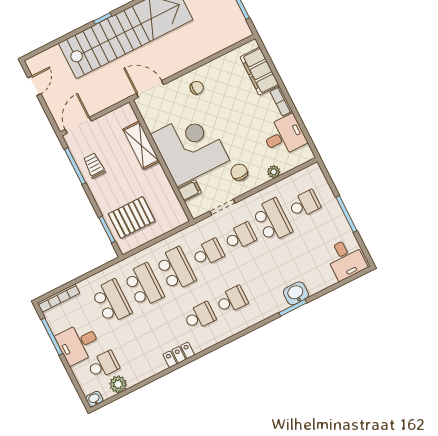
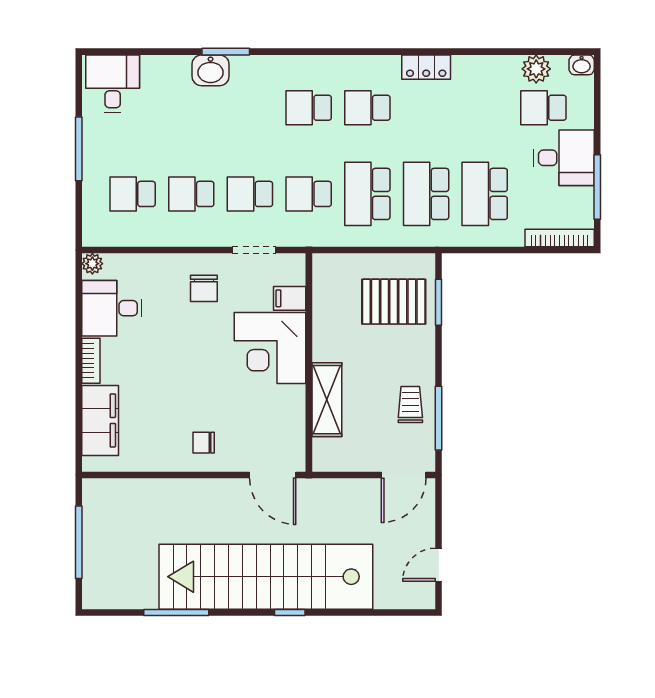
corner desk: (190, 147) -> (270, 348), width x0.74, depth x0.74
trolley: (94, 166) -> (410, 405), turned 180
plant: (274, 172) -> (92, 264), moved
school desk: (272, 220) -> (191, 194), width x0.54

